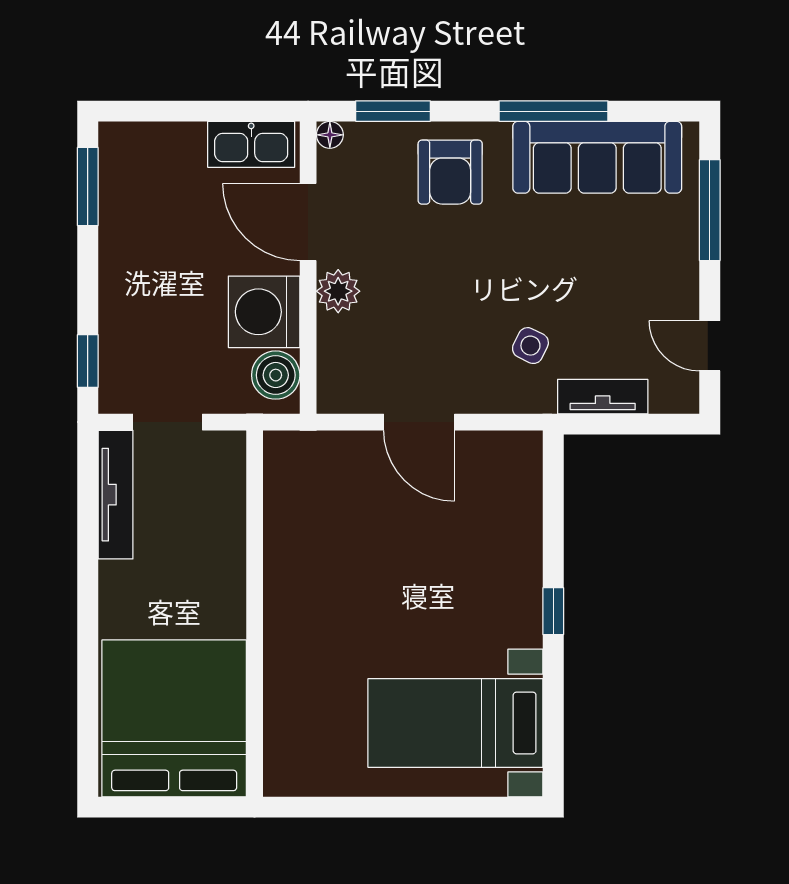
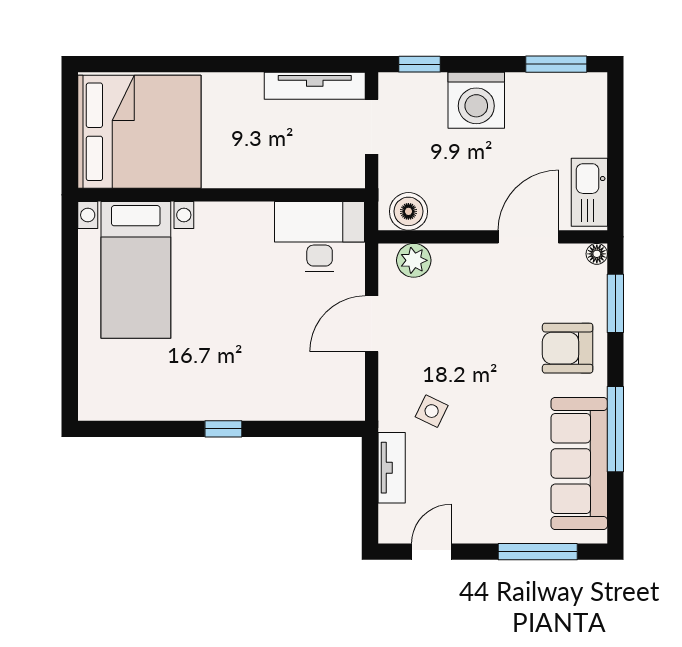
plant: (338, 291) -> (414, 260), moved
washing machine: (264, 312) -> (476, 100), moved, turned 180
desk: (308, 489) -> (320, 237), added
bed with nightstands: (455, 723) -> (136, 270), moved, turned 180

